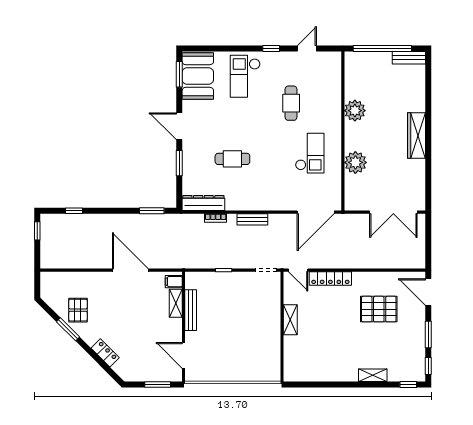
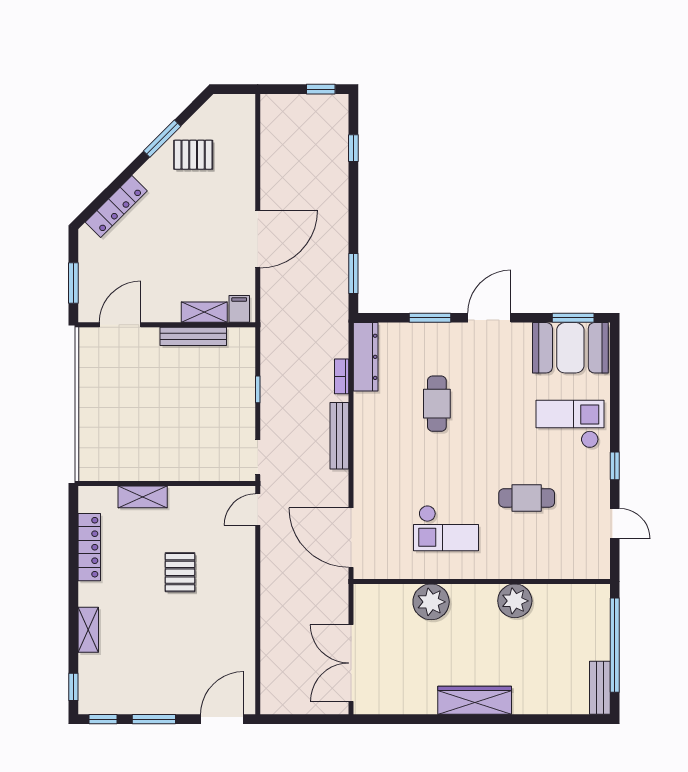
bench: (252, 219) -> (339, 436), width x1.36
locker: (330, 278) -> (89, 547), moved, turned 180
pallet: (379, 309) -> (180, 572), moved, width x0.67, depth x0.71
shelving: (290, 320) -> (143, 497), moved
locker: (105, 353) -> (116, 207), width x1.53

